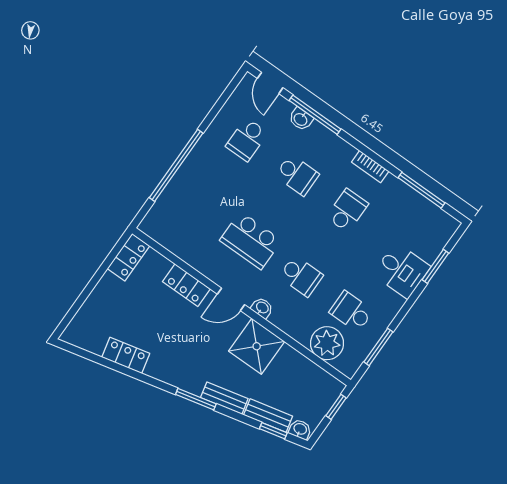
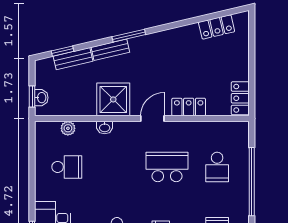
school desk: (301, 276) -> (217, 167), moved, turned -90
washbasin: (262, 308) -> (105, 127), moved
plant: (327, 343) -> (68, 128), width x0.53, depth x0.53
window: (378, 347) -> (32, 156), removed
locker: (126, 355) -> (217, 27), moved
washbasin: (300, 429) -> (41, 98), moved, turned -77

